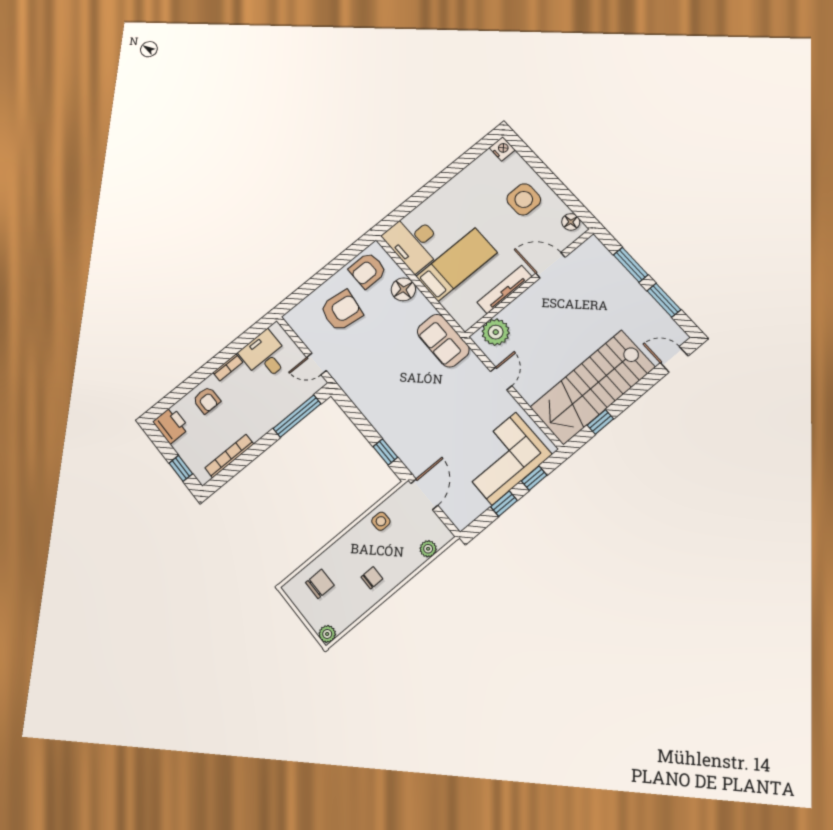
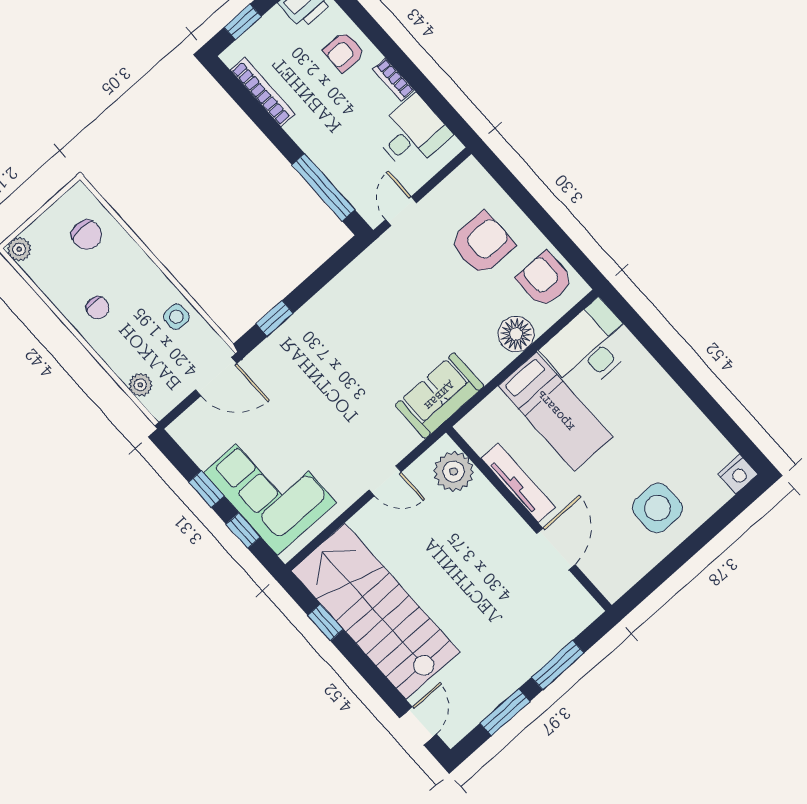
floor lamp: (571, 222) -> (623, 578), removed
armchair: (341, 311) -> (482, 243), turned -98

